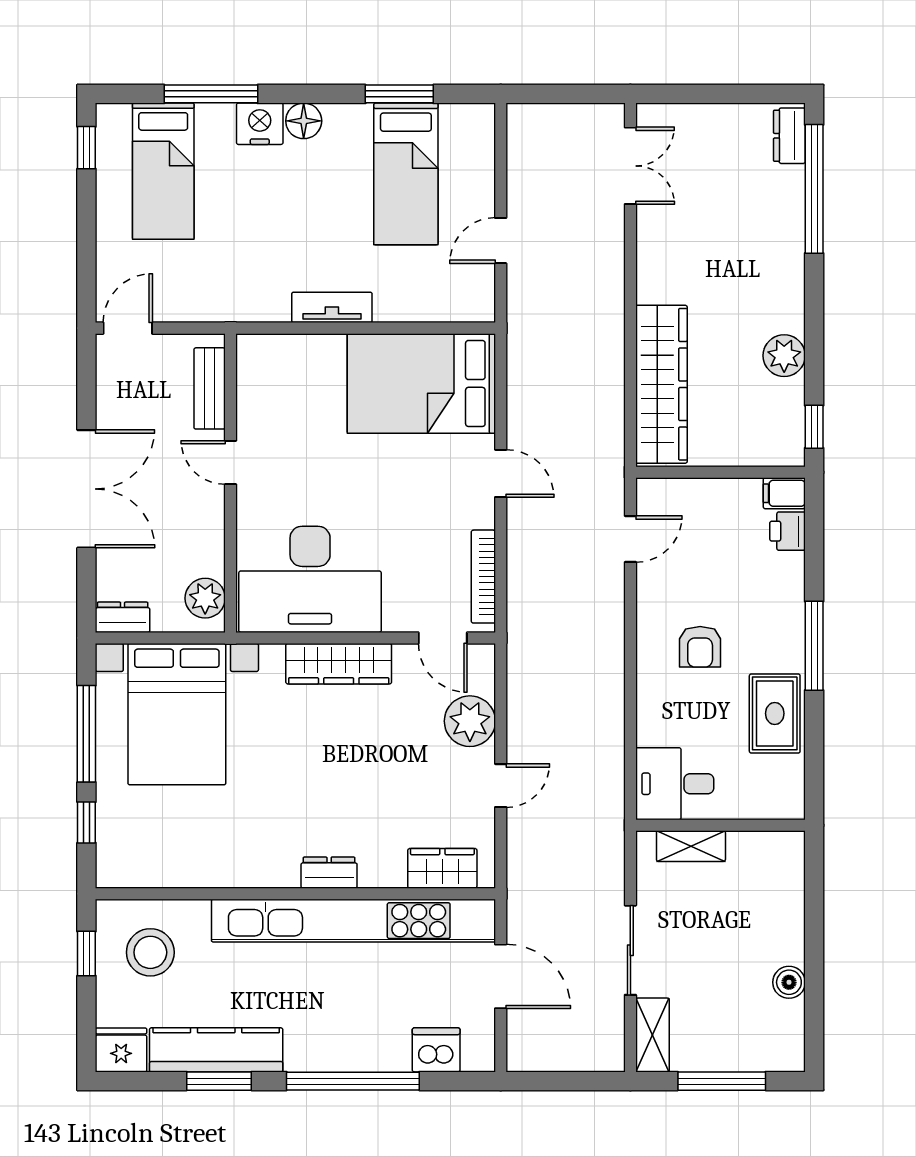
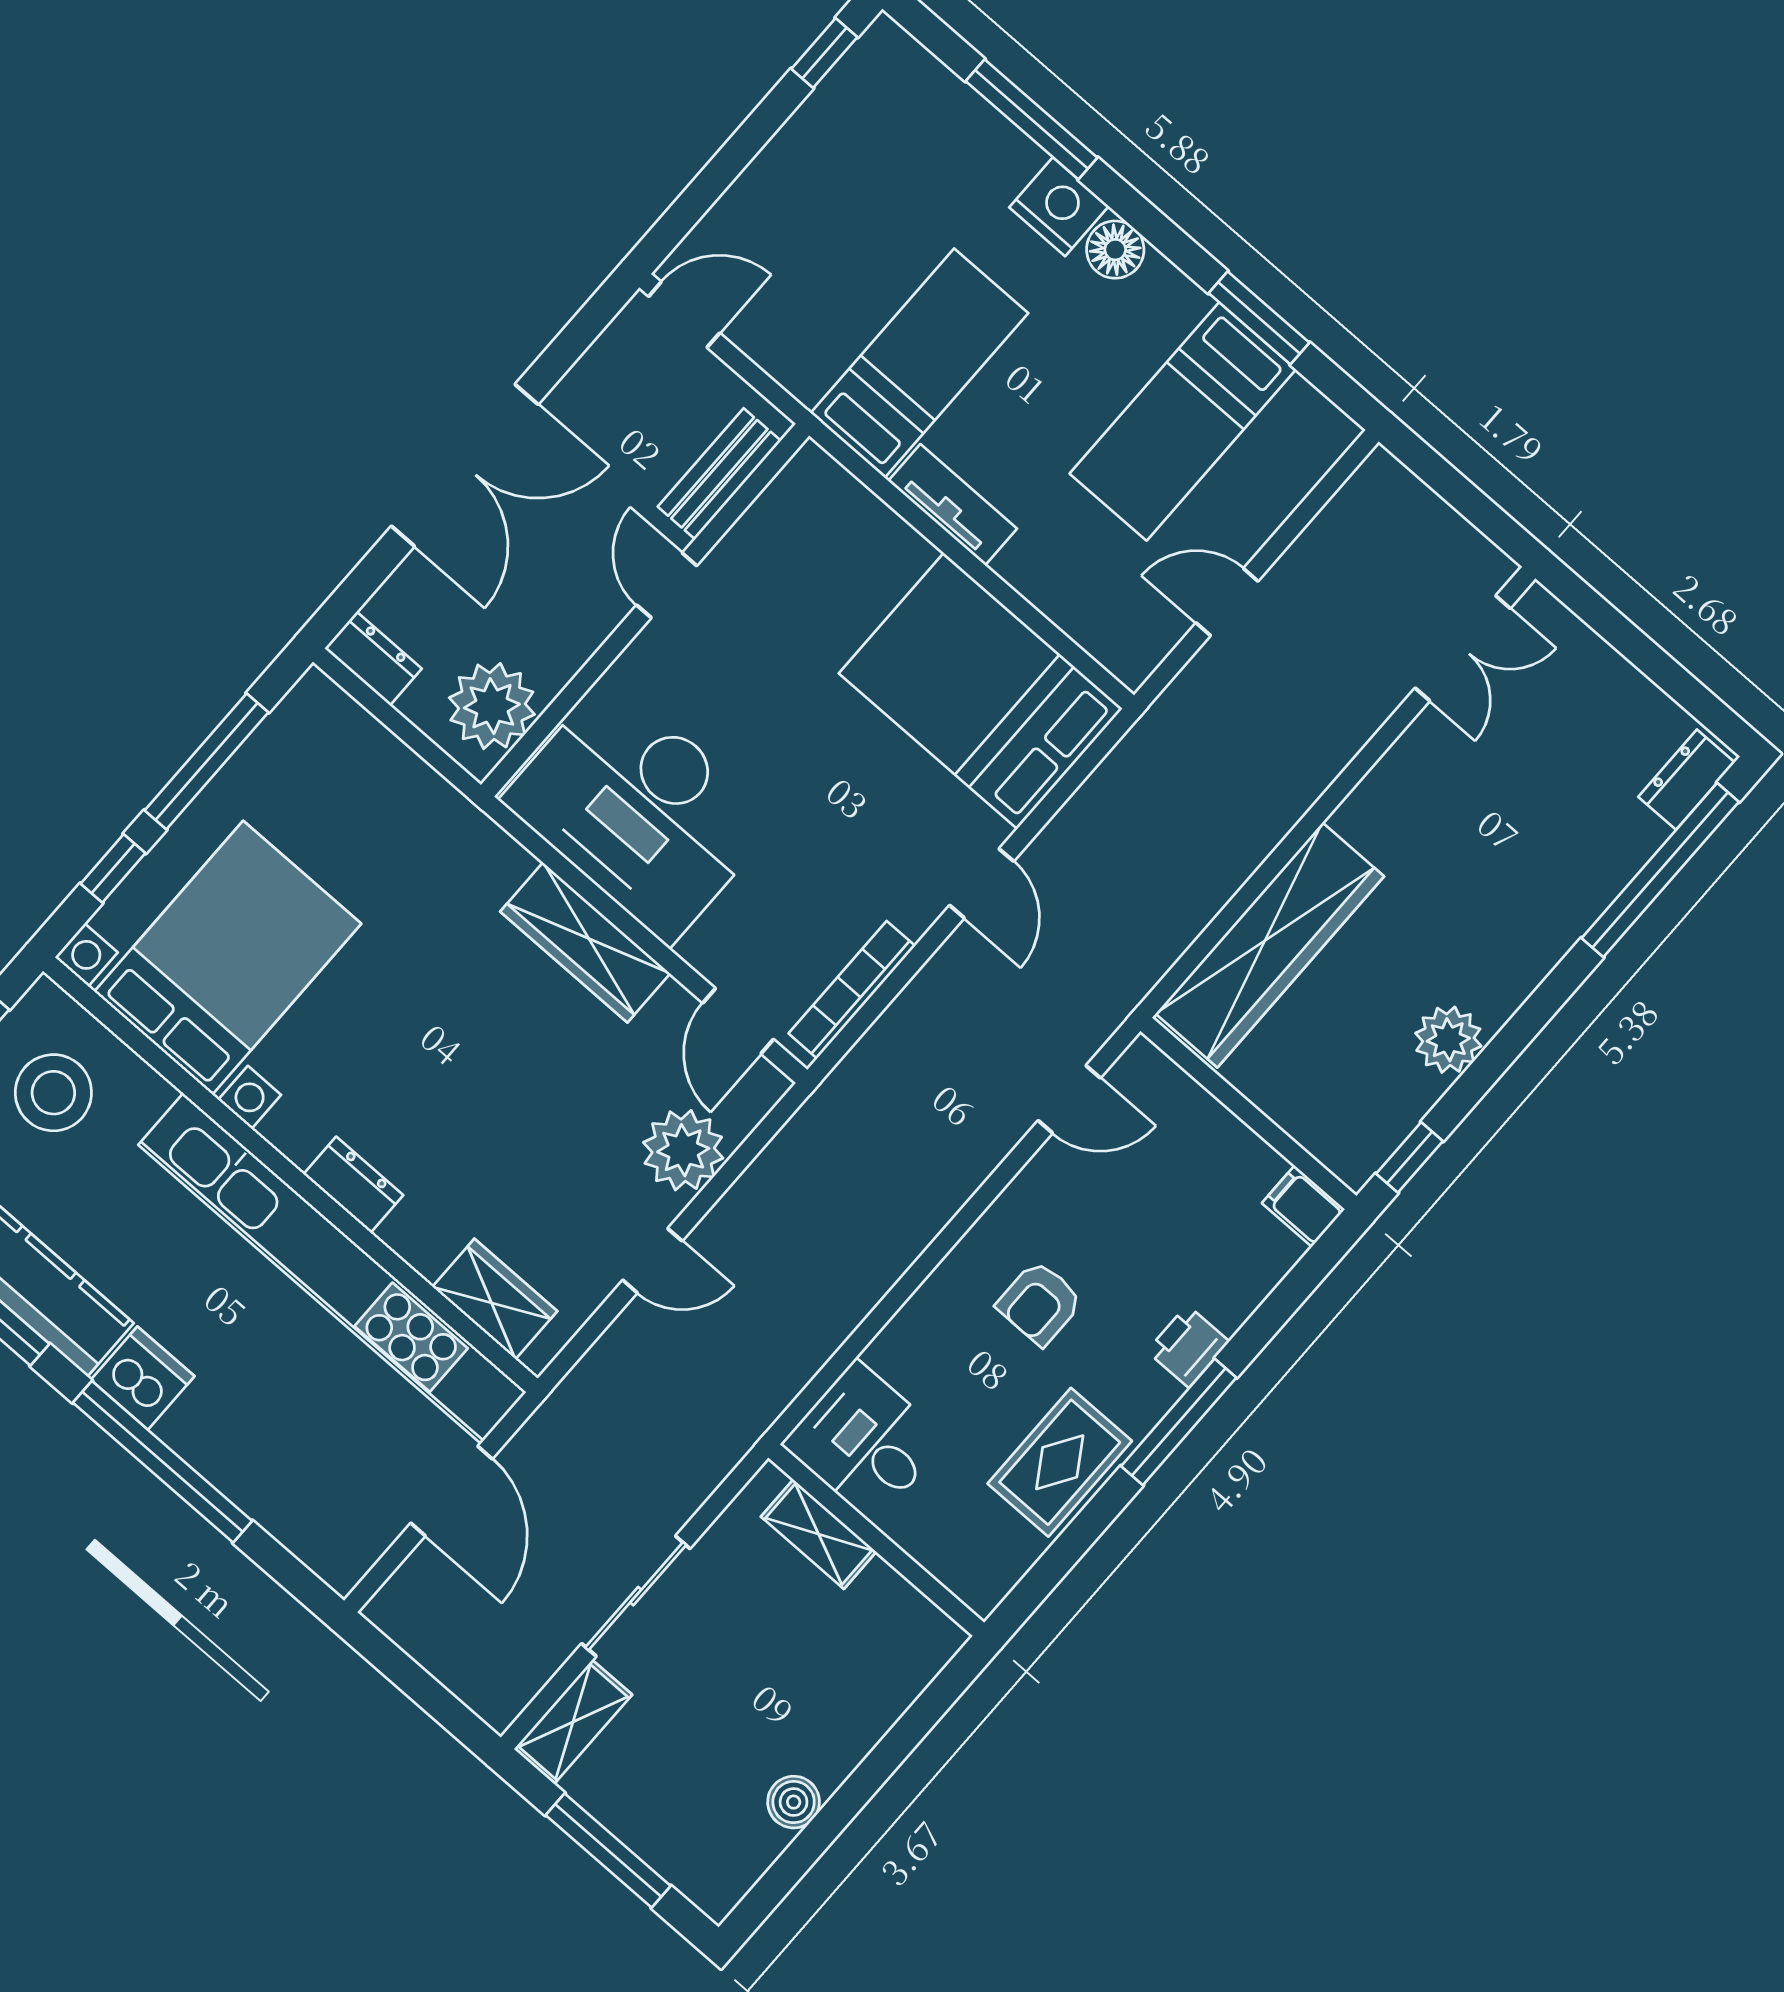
bed: (163, 171) -> (919, 363), moved, turned 180
printer: (788, 531) -> (1188, 1346), moved
plant: (205, 598) -> (492, 706), width x1.36, depth x1.36
bed with nightstands: (177, 714) -> (228, 958), moved, turned 180
dishwasher: (436, 1050) -> (143, 1378), moved

